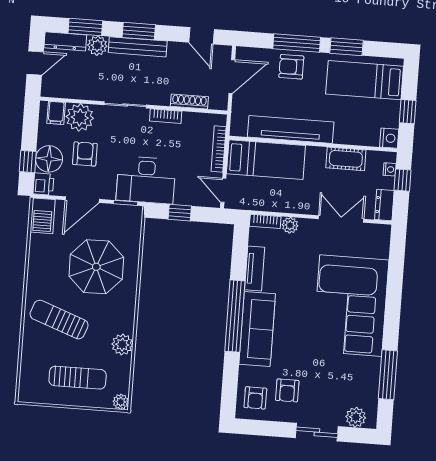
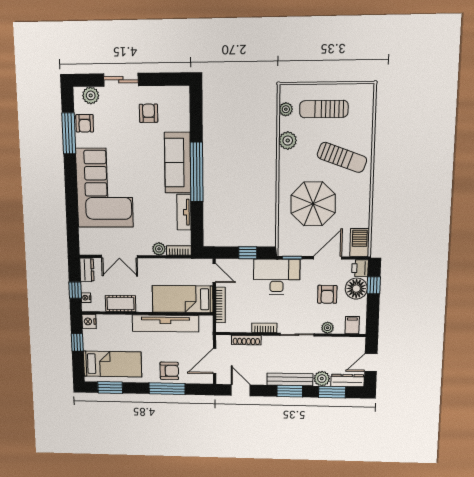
window: (347, 47) -> (110, 388), moved
plant: (80, 117) -> (328, 328), width x0.53, depth x0.53
armchair: (255, 398) -> (85, 123), moved, turned 180
plant: (121, 402) -> (286, 109), moved

